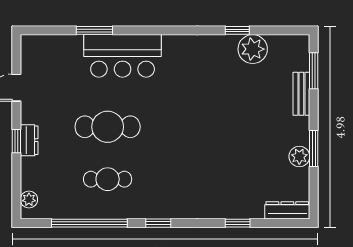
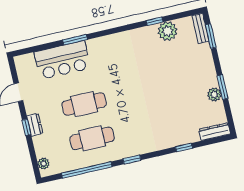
window: (94, 30) -> (75, 40), moved
bar counter: (123, 56) -> (62, 60), moved
bench: (301, 94) -> (200, 28), moved
cafe table: (108, 179) -> (92, 138), width x1.37, depth x1.35

